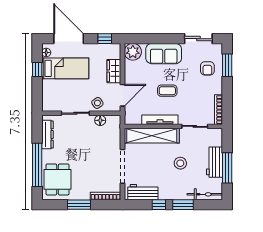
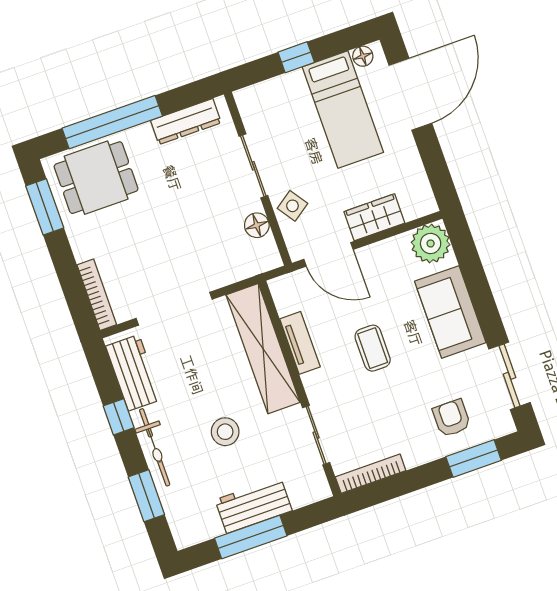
window: (105, 39) -> (438, 172), removed
armchair: (207, 68) -> (452, 418), turned 90
window: (37, 69) -> (296, 57), moved
tv unit: (160, 120) -> (300, 343), width x0.71
bicycle: (205, 194) -> (155, 447), moved
window: (79, 205) -> (45, 207), moved
window: (183, 205) -> (146, 496), moved

